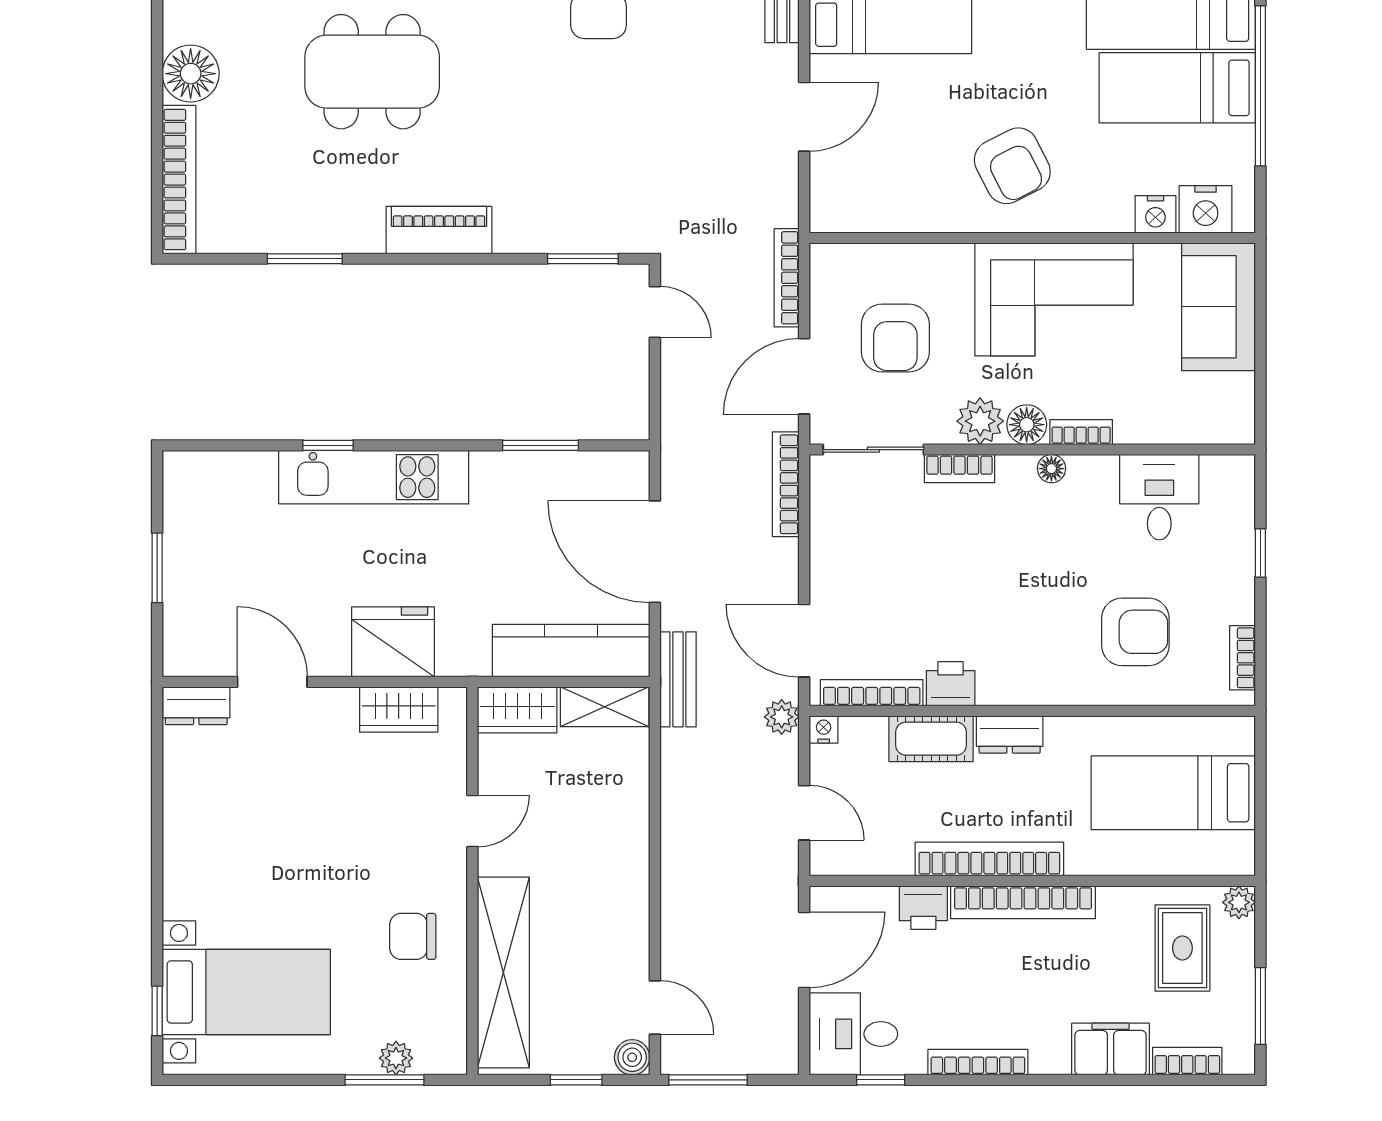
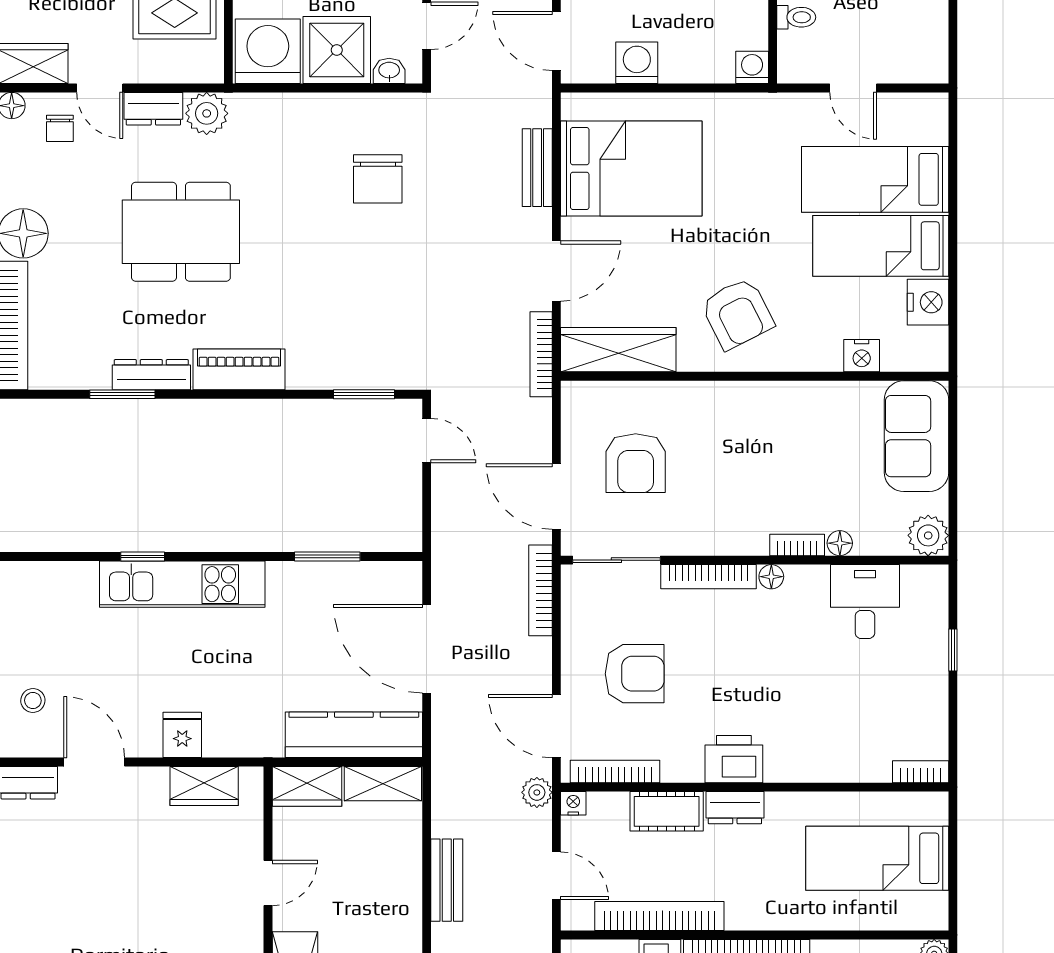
window: (1260, 86) -> (953, 244), removed
wardrobe: (875, 207) -> (618, 350), added
nightstand: (1206, 209) -> (928, 302), moved, turned -90
dresser: (338, 236) -> (151, 375), added
bookcase: (787, 278) -> (541, 354), moved
corner sofa: (1054, 299) -> (773, 430), removed
door: (804, 376) -> (556, 496), hinge flipped
plant: (980, 421) -> (928, 535), moved
floor lamp: (1027, 425) -> (840, 543), moved, width x0.73, depth x0.73
bookcase: (959, 469) -> (708, 577), width x1.56
stool: (202, 611) -> (33, 700), added
armchair: (1135, 632) -> (635, 674), moved
fridge: (393, 642) -> (182, 735), width x0.53, depth x0.75
bookcase: (1243, 658) -> (921, 772), moved, turned 90
bench: (678, 679) -> (447, 880), moved
printer: (951, 684) -> (734, 759), moved, width x1.36, depth x1.24
bookcase: (989, 859) -> (659, 916), moved

